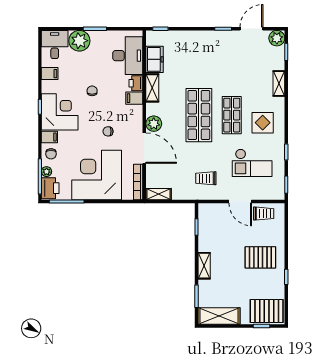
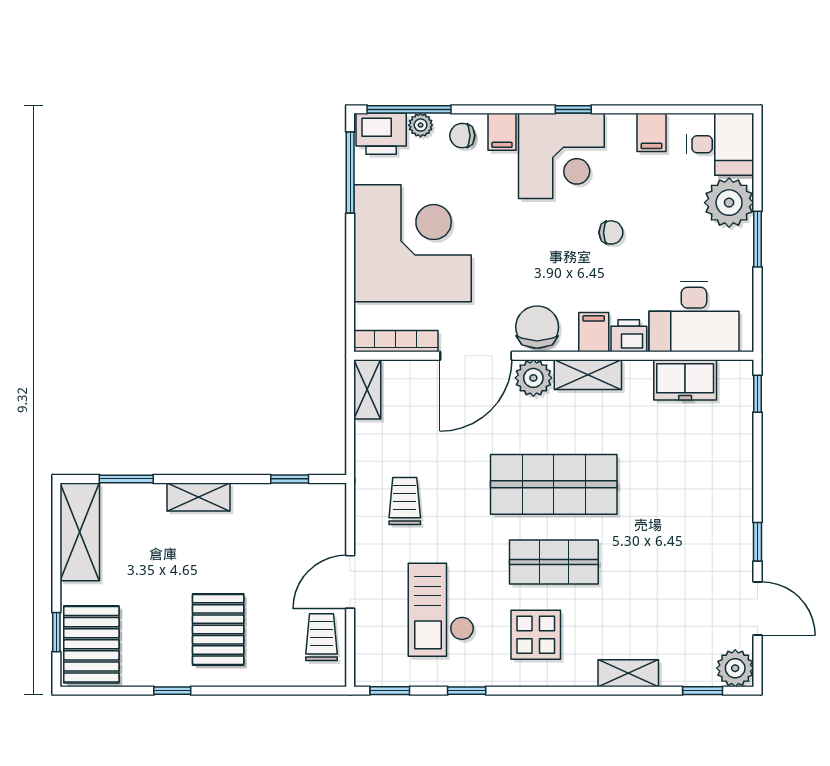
shelving: (152, 88) -> (588, 375), moved
chair: (108, 131) -> (537, 327), moved, width x1.87, depth x1.87
trolley: (264, 214) -> (321, 637), turned 180

